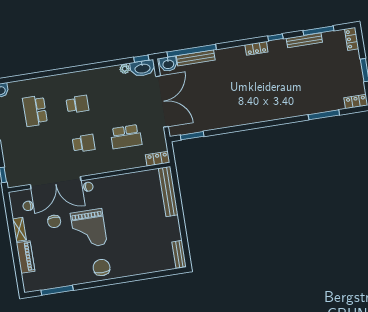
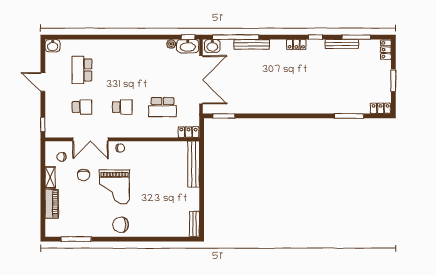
bench: (196, 58) -> (252, 44), moved
school desk: (77, 104) -> (82, 107), moved
double door: (56, 183) -> (91, 139), width x0.73
chair: (102, 267) -> (121, 225), turned -90

